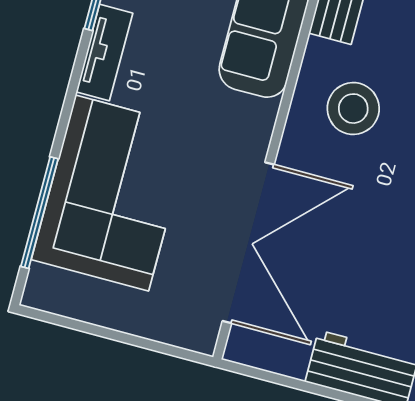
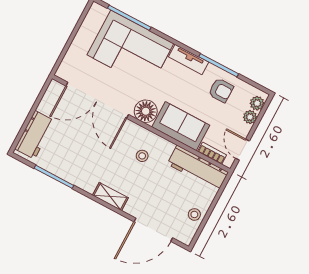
stool: (353, 109) -> (142, 156), width x0.53, depth x0.53
floor lamp: (248, 124) -> (146, 111), added

